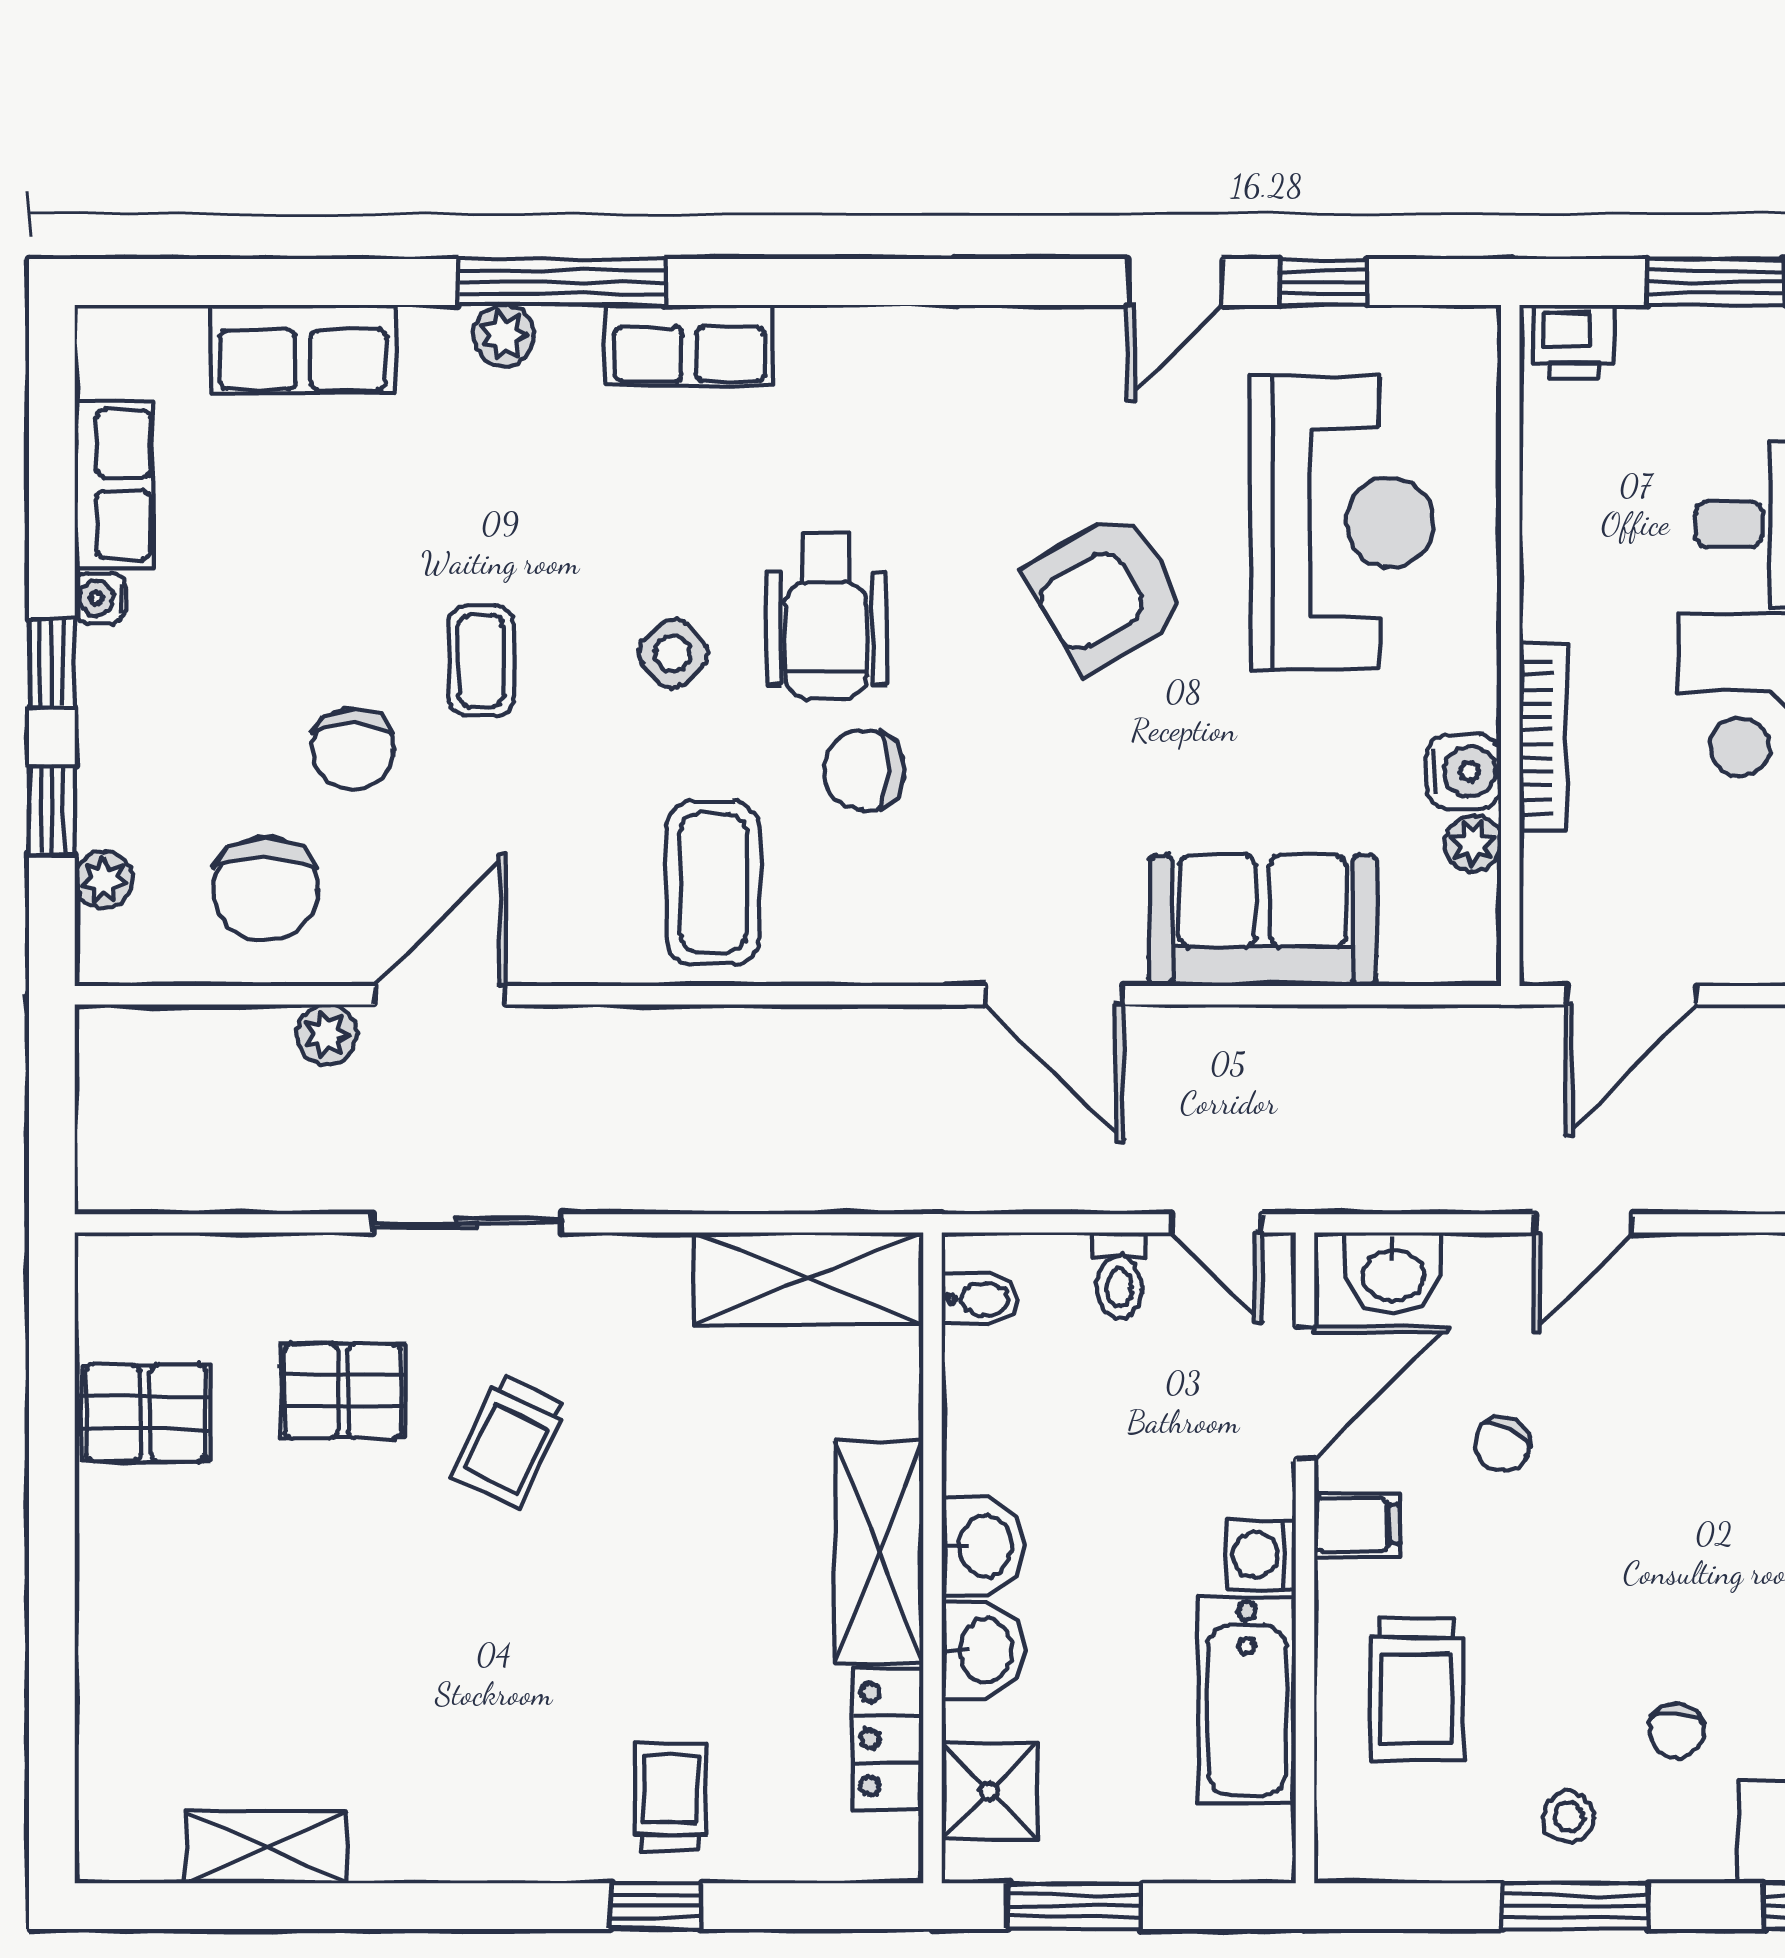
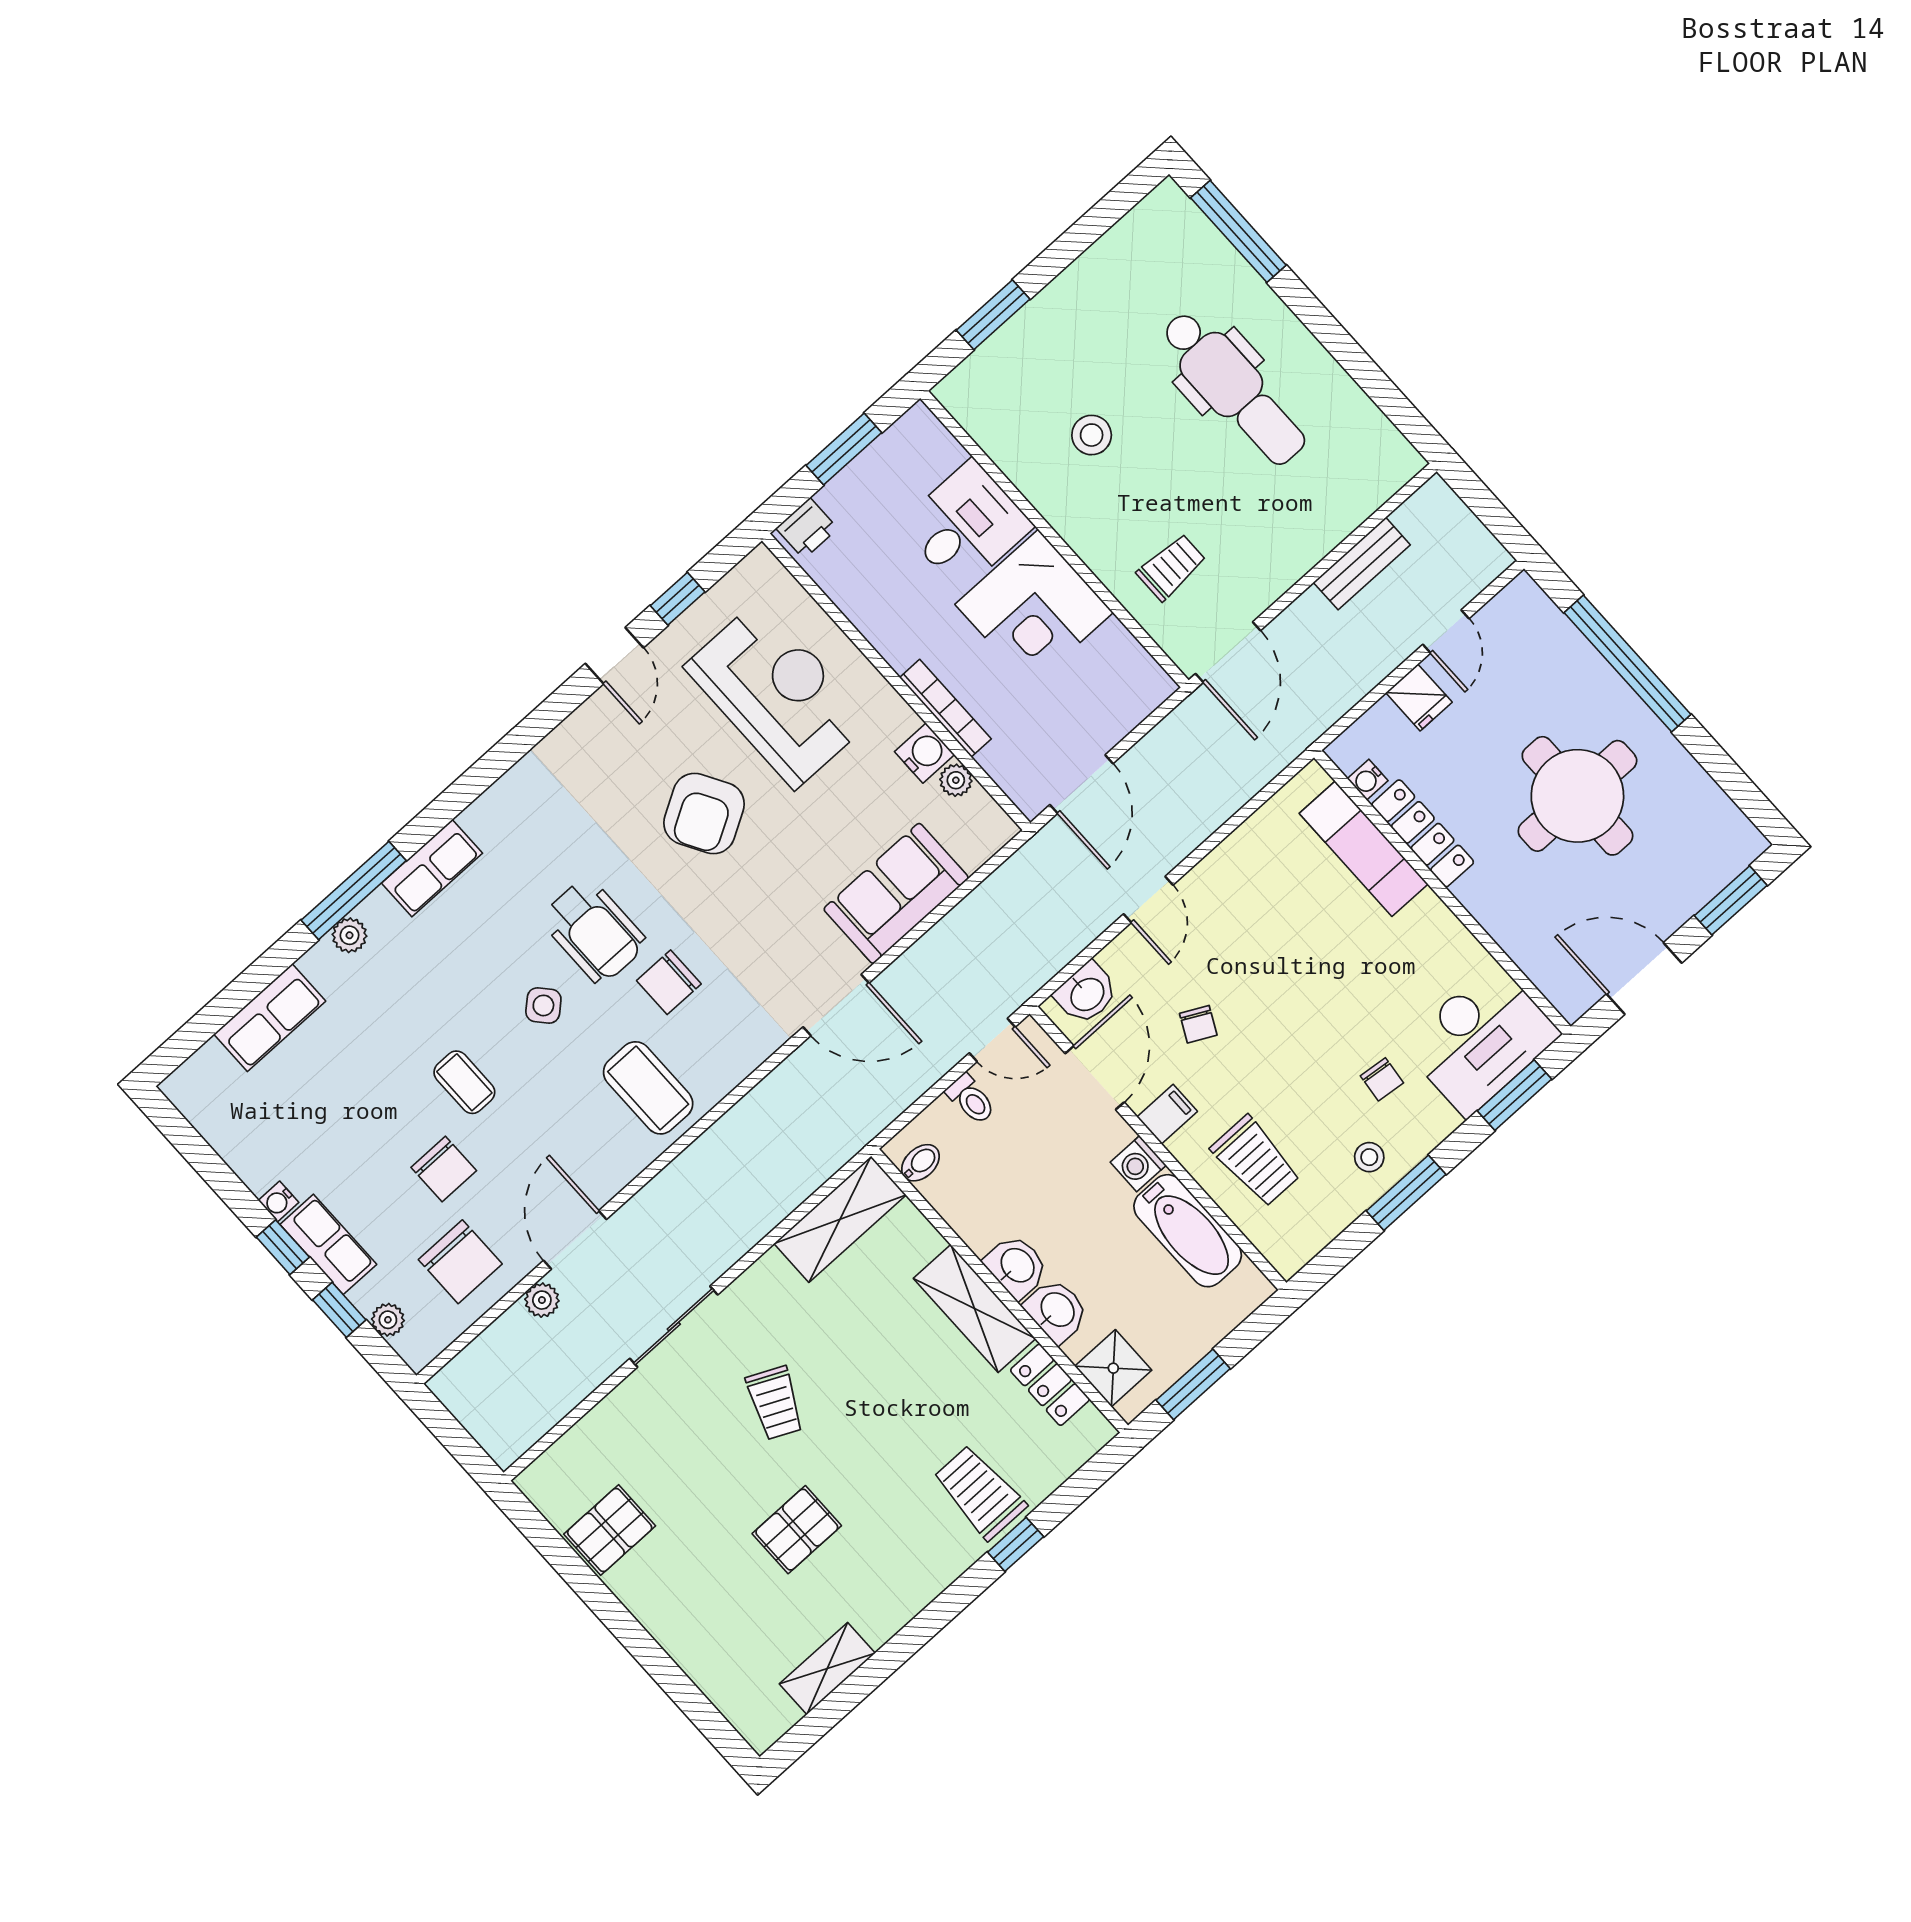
row of seats: (114, 484) -> (328, 1244), moved
pallet: (343, 1391) -> (797, 1530), moved
trolley: (671, 1796) -> (980, 1492), width x1.36, depth x1.39

